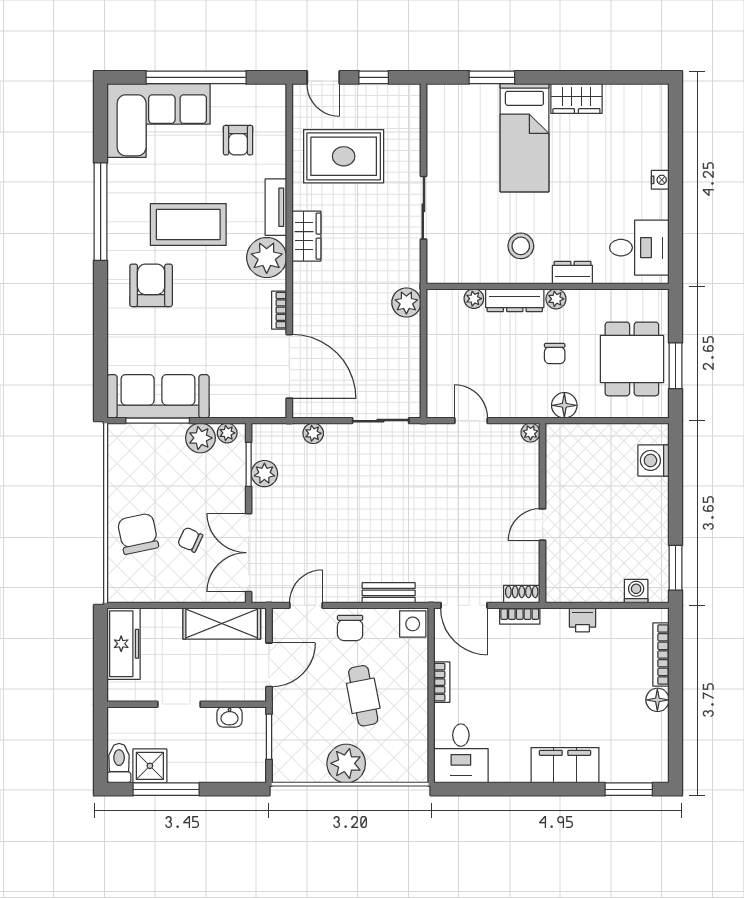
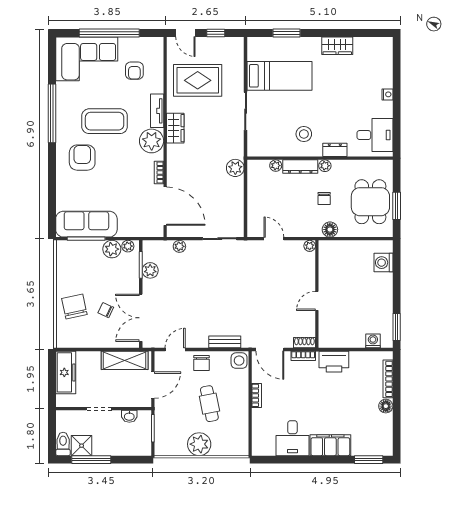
bed: (524, 138) -> (279, 76), moved, turned -90
printer: (582, 620) -> (334, 362), width x1.87, depth x1.48
desk: (461, 753) -> (292, 438), moved

